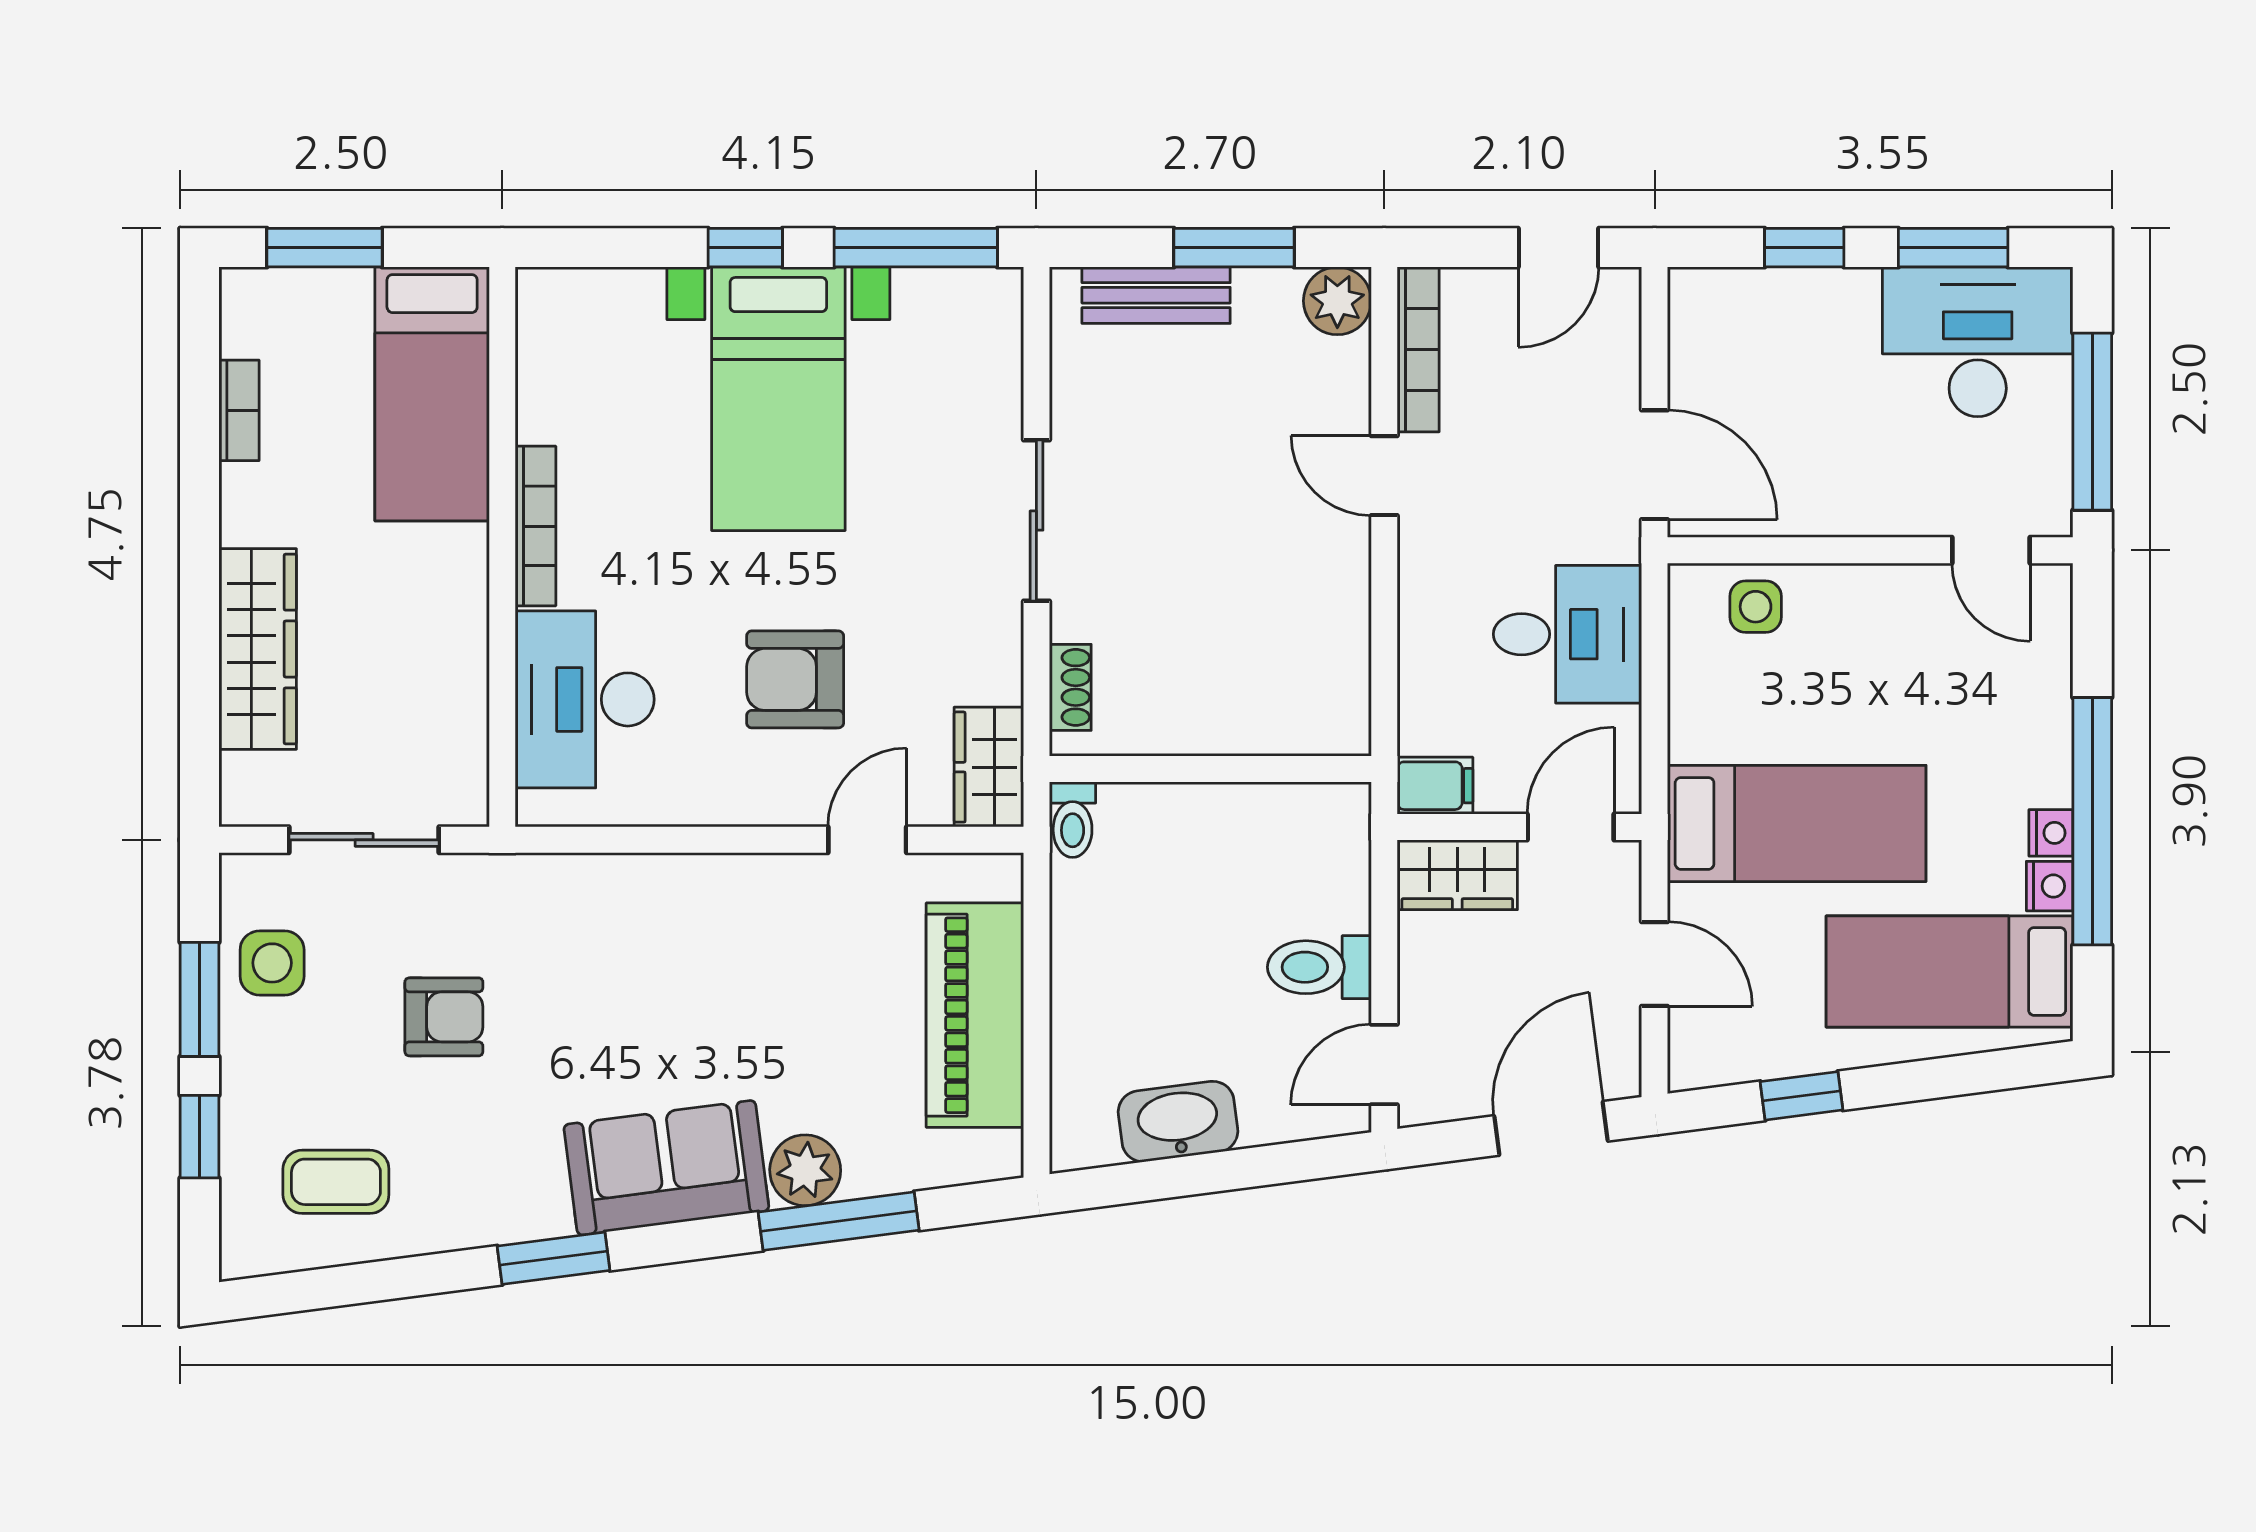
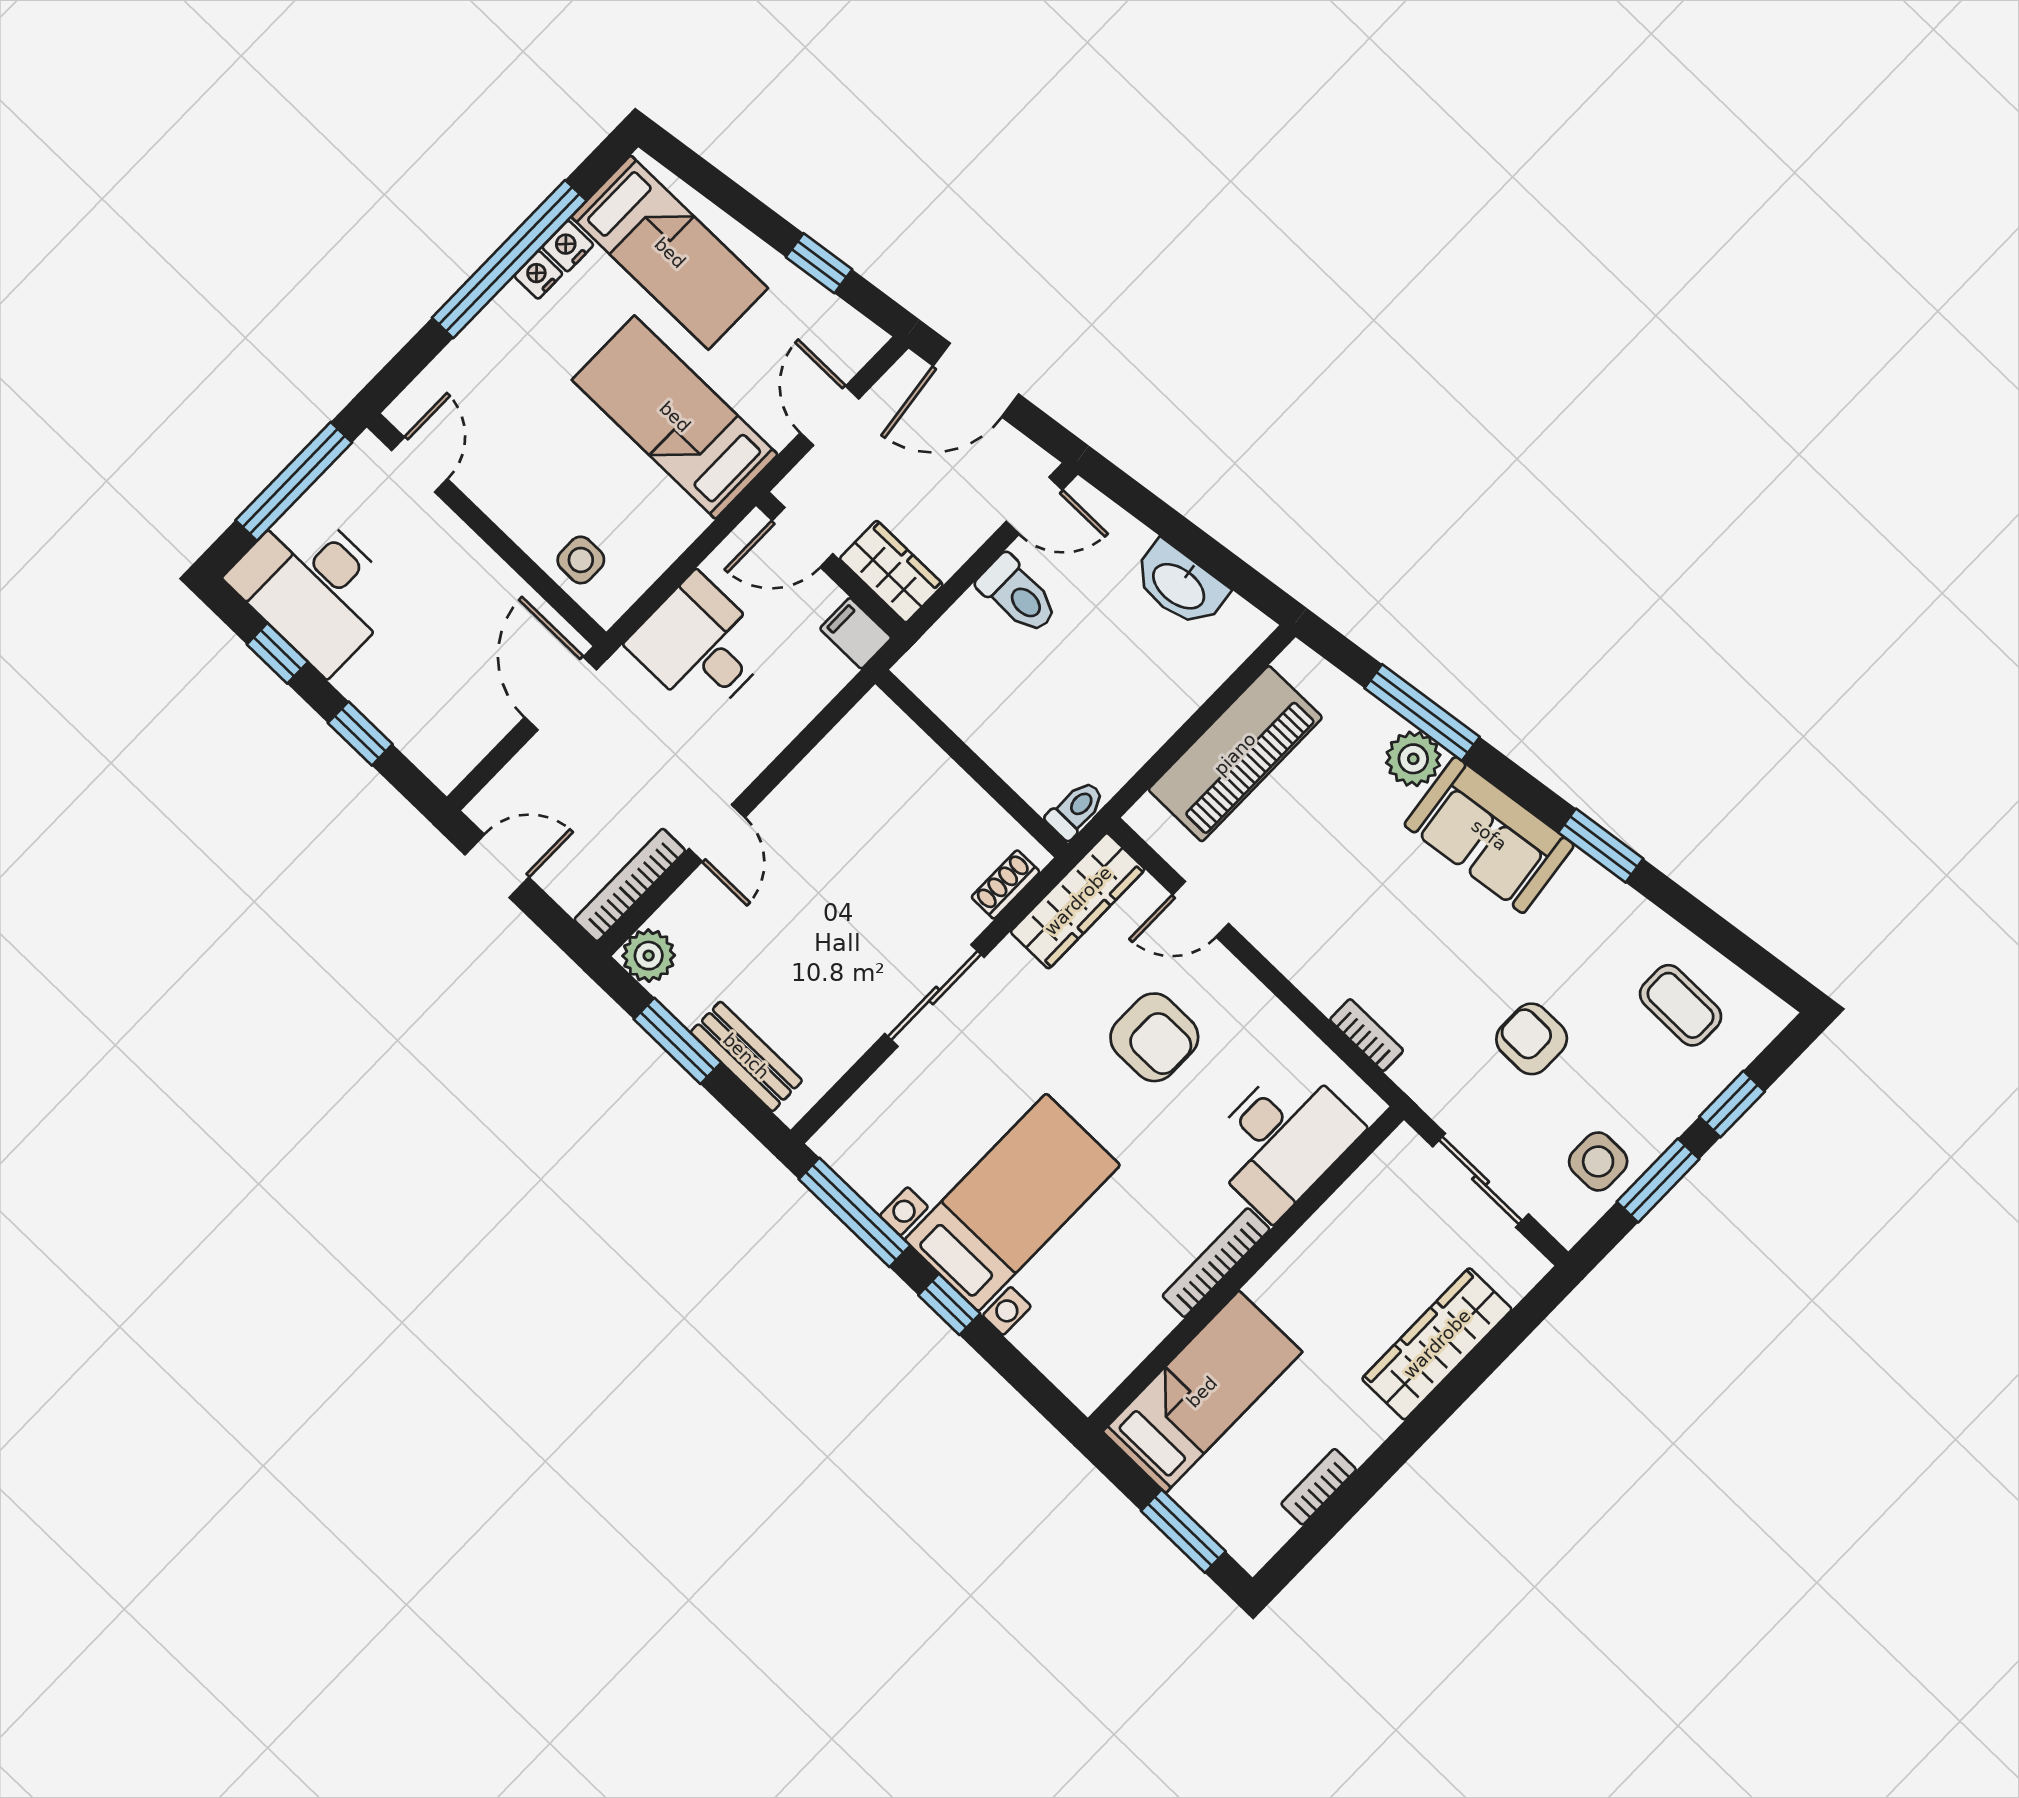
window: (1953, 248) -> (277, 653), width x0.67
wardrobe: (989, 767) -> (1078, 901), width x1.50
bookcase: (600, 872) -> (1367, 1035), added

